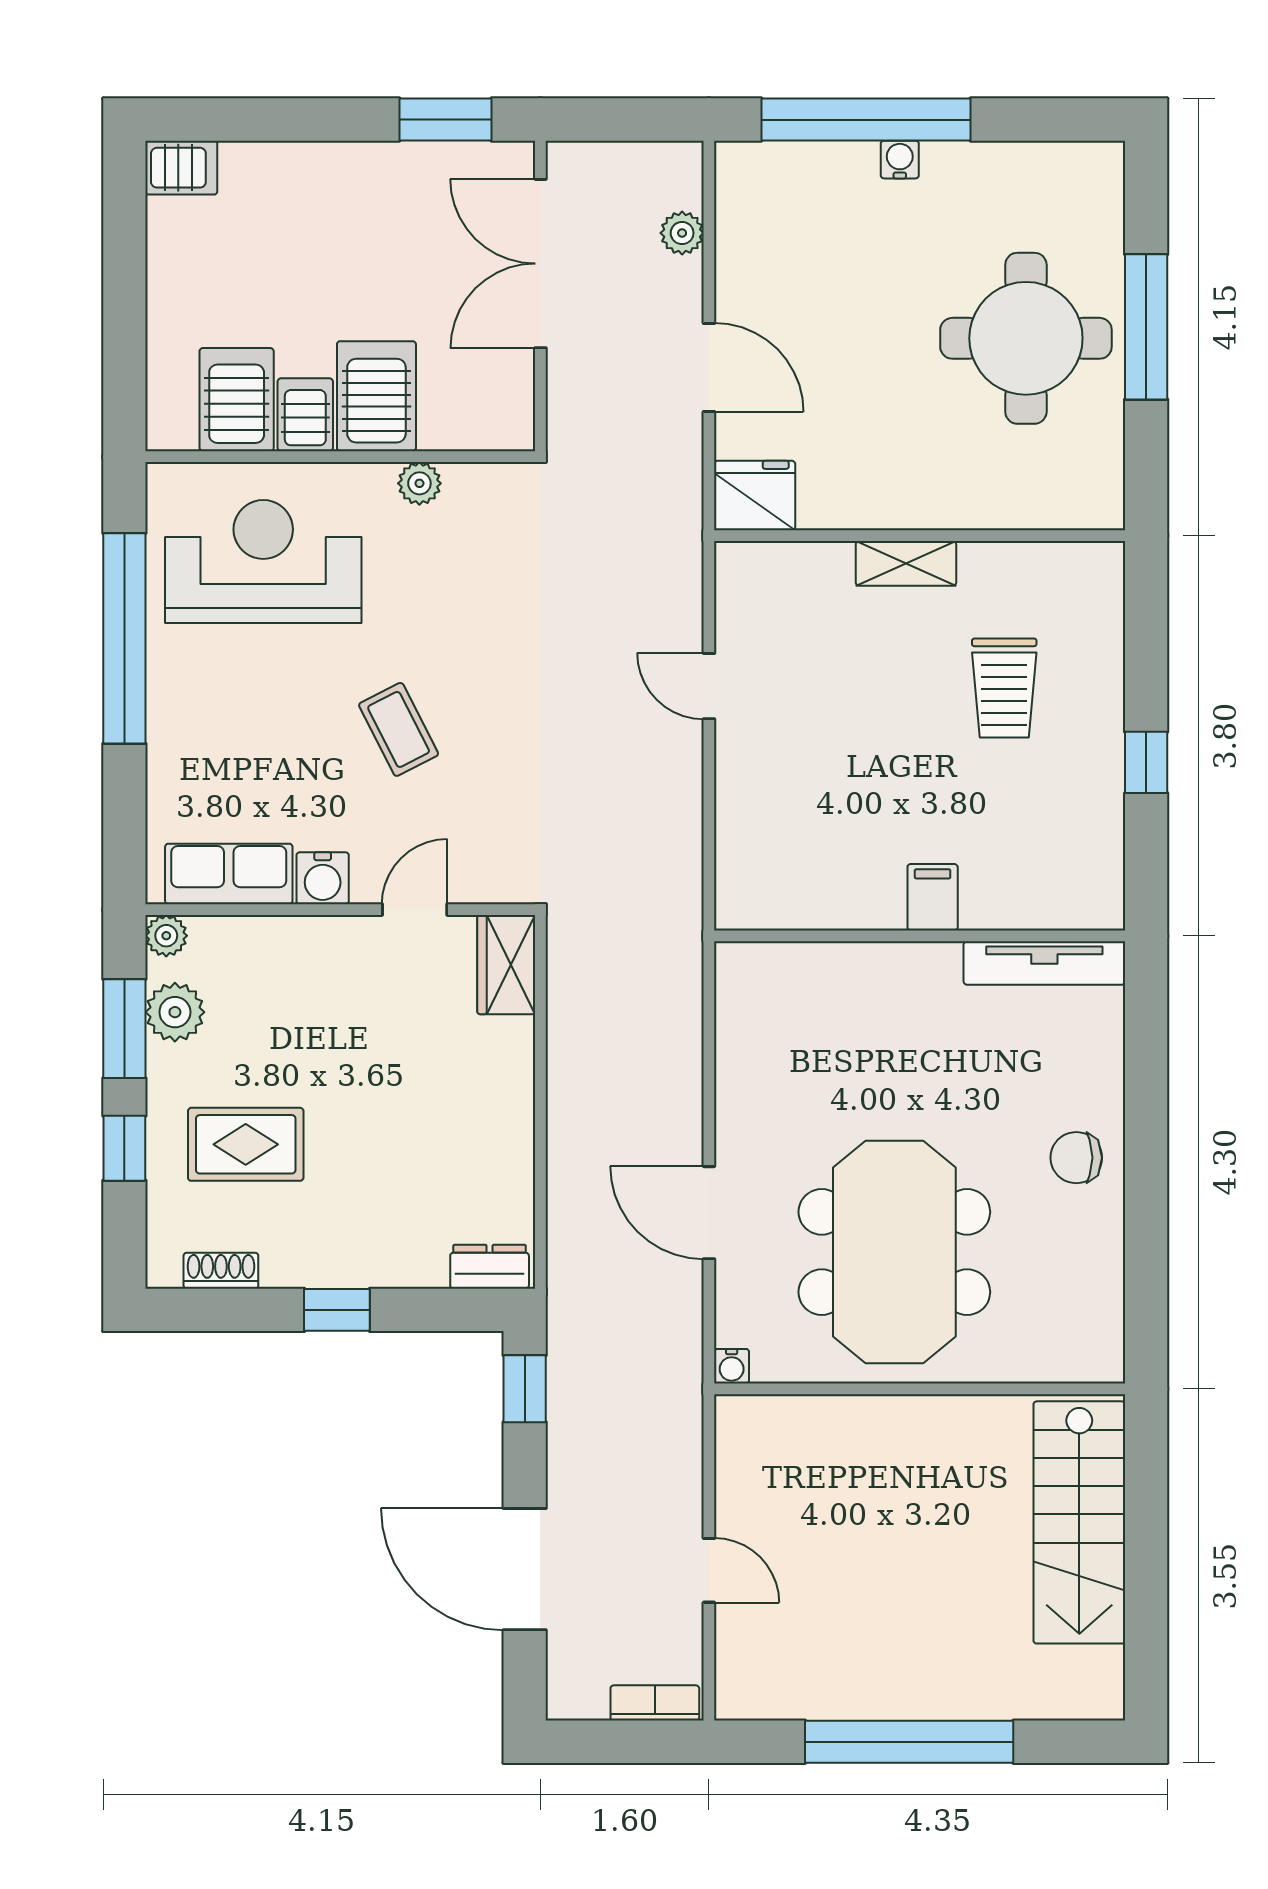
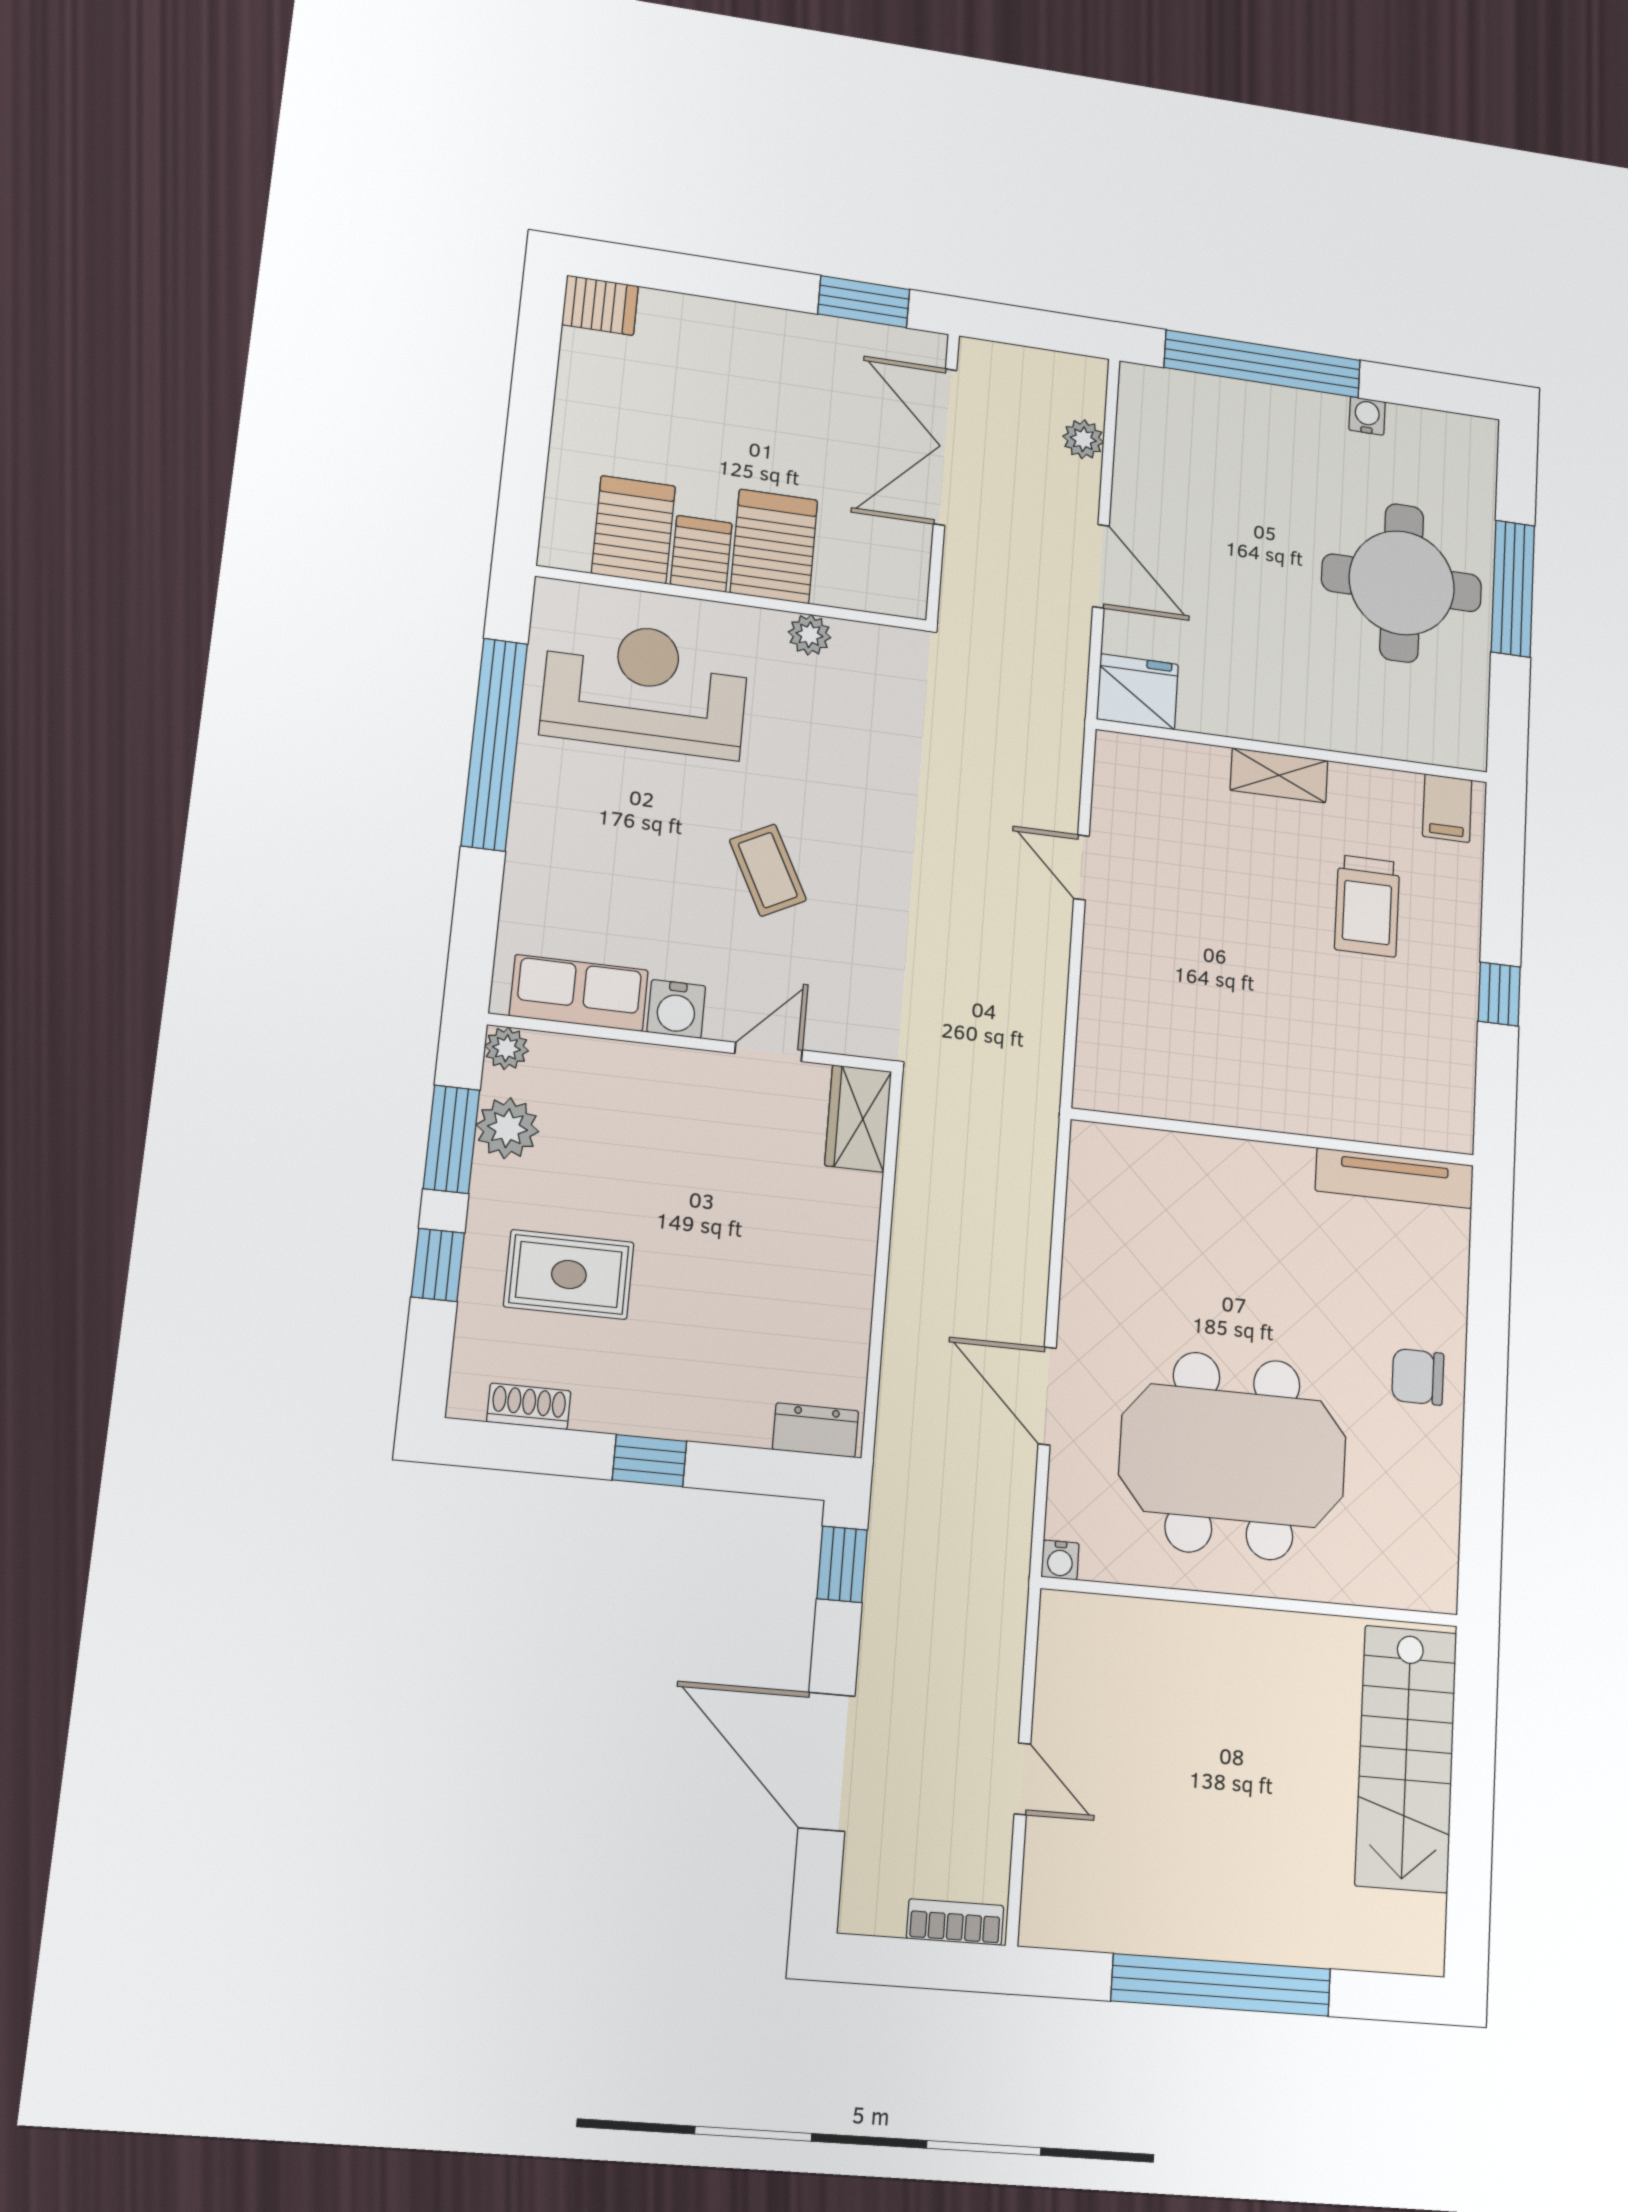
water cooler: (900, 160) -> (1367, 416), moved
filing cabinet: (933, 897) -> (1447, 808), moved, turned 180
meeting table: (894, 1252) -> (1233, 1456), turned 90

